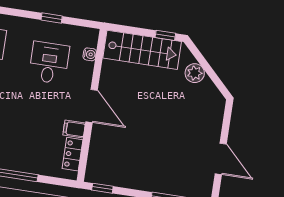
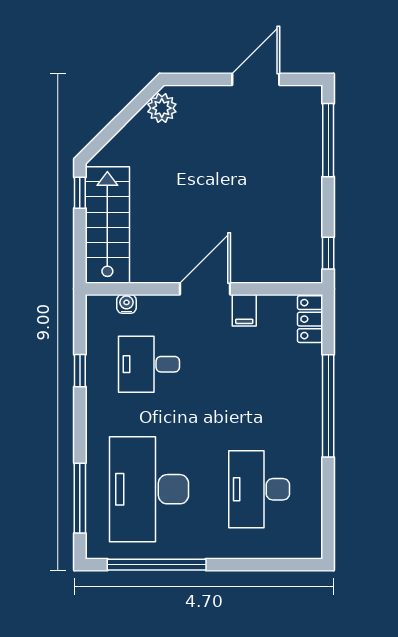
plant: (195, 73) -> (162, 108), moved
locker: (73, 154) -> (310, 319), moved, turned 90

